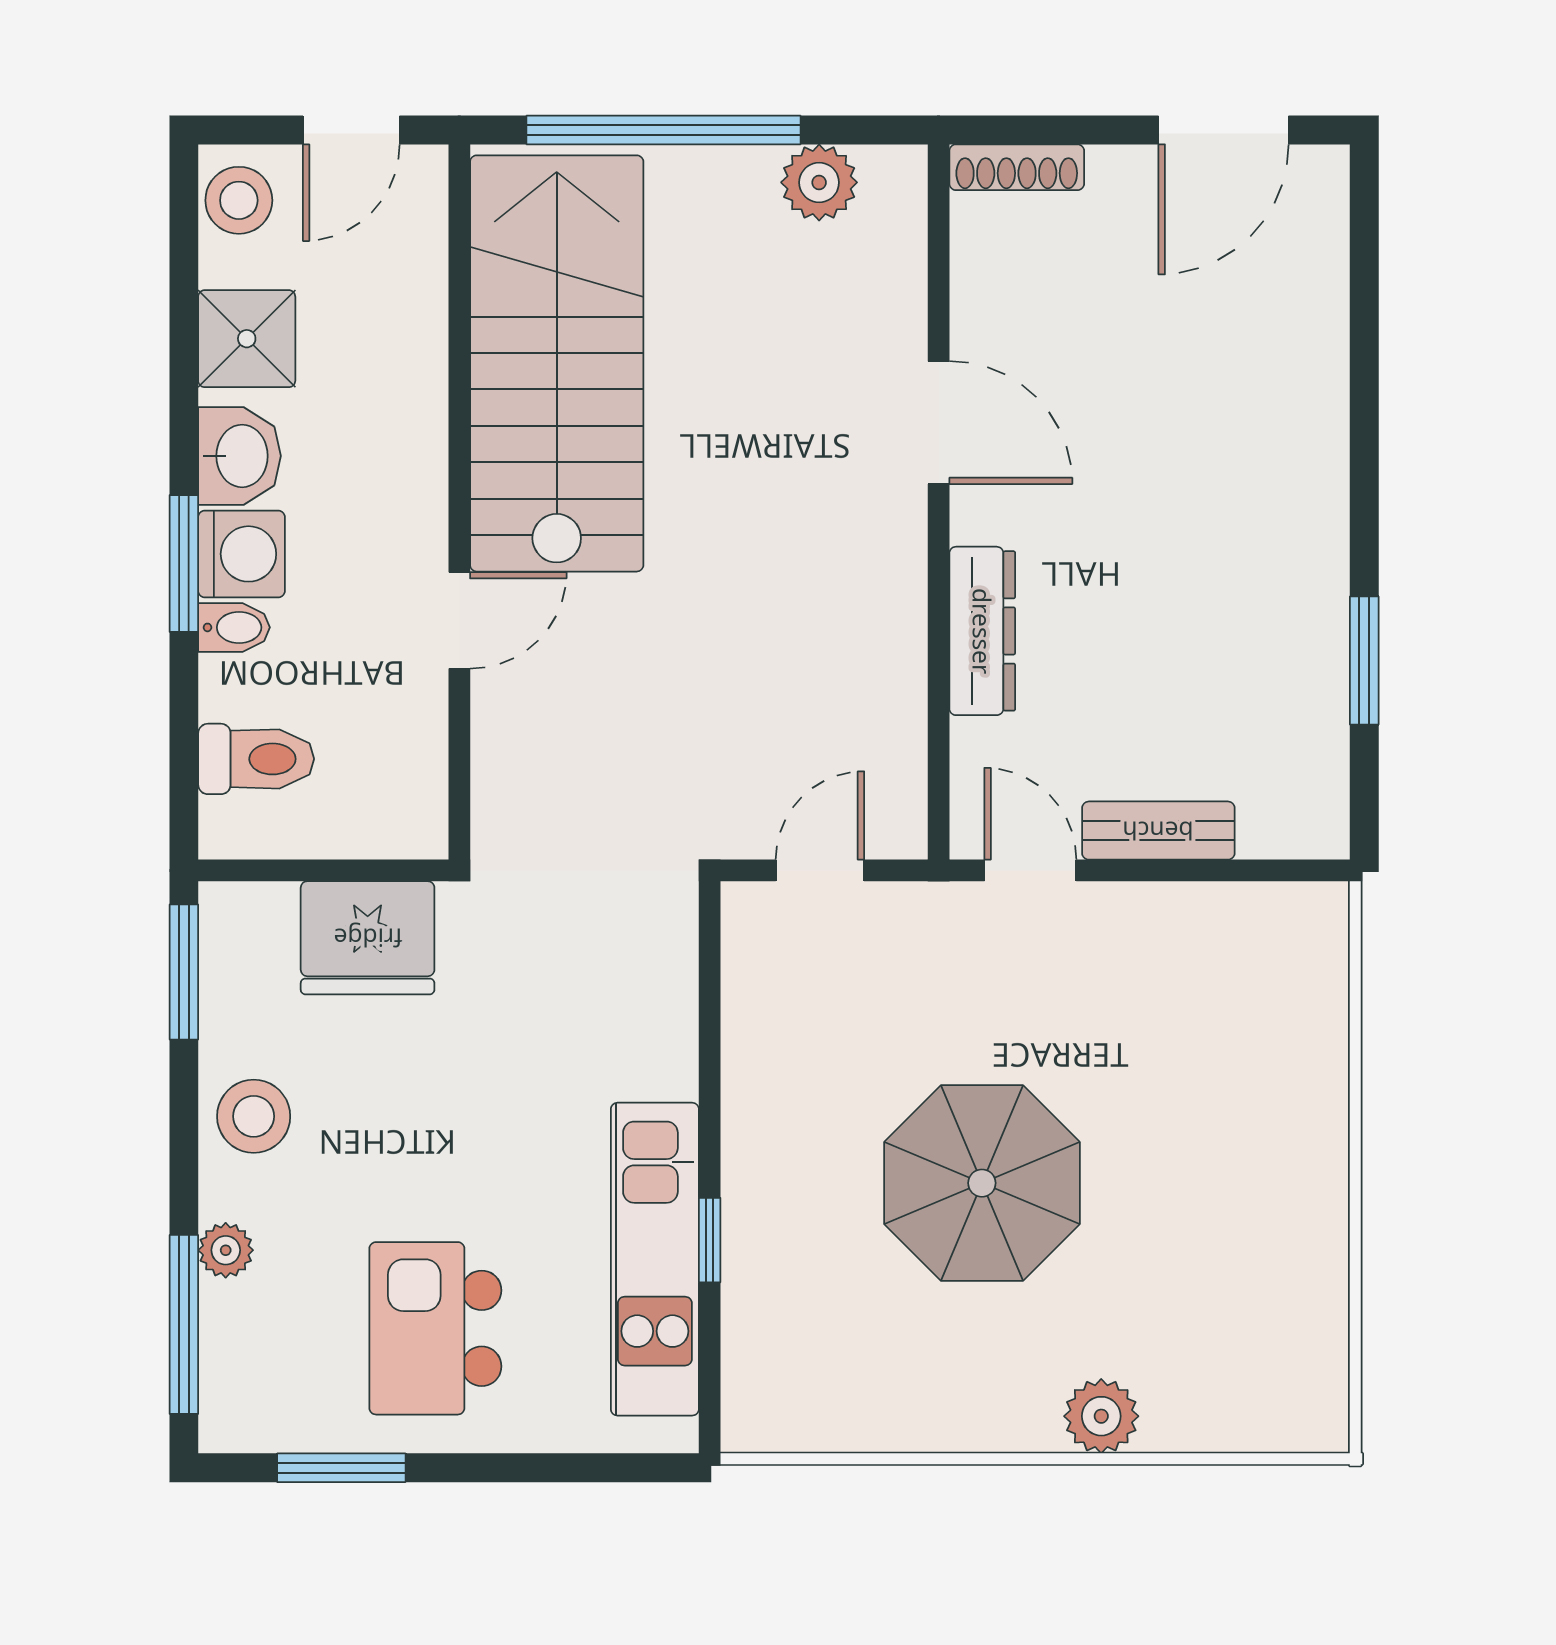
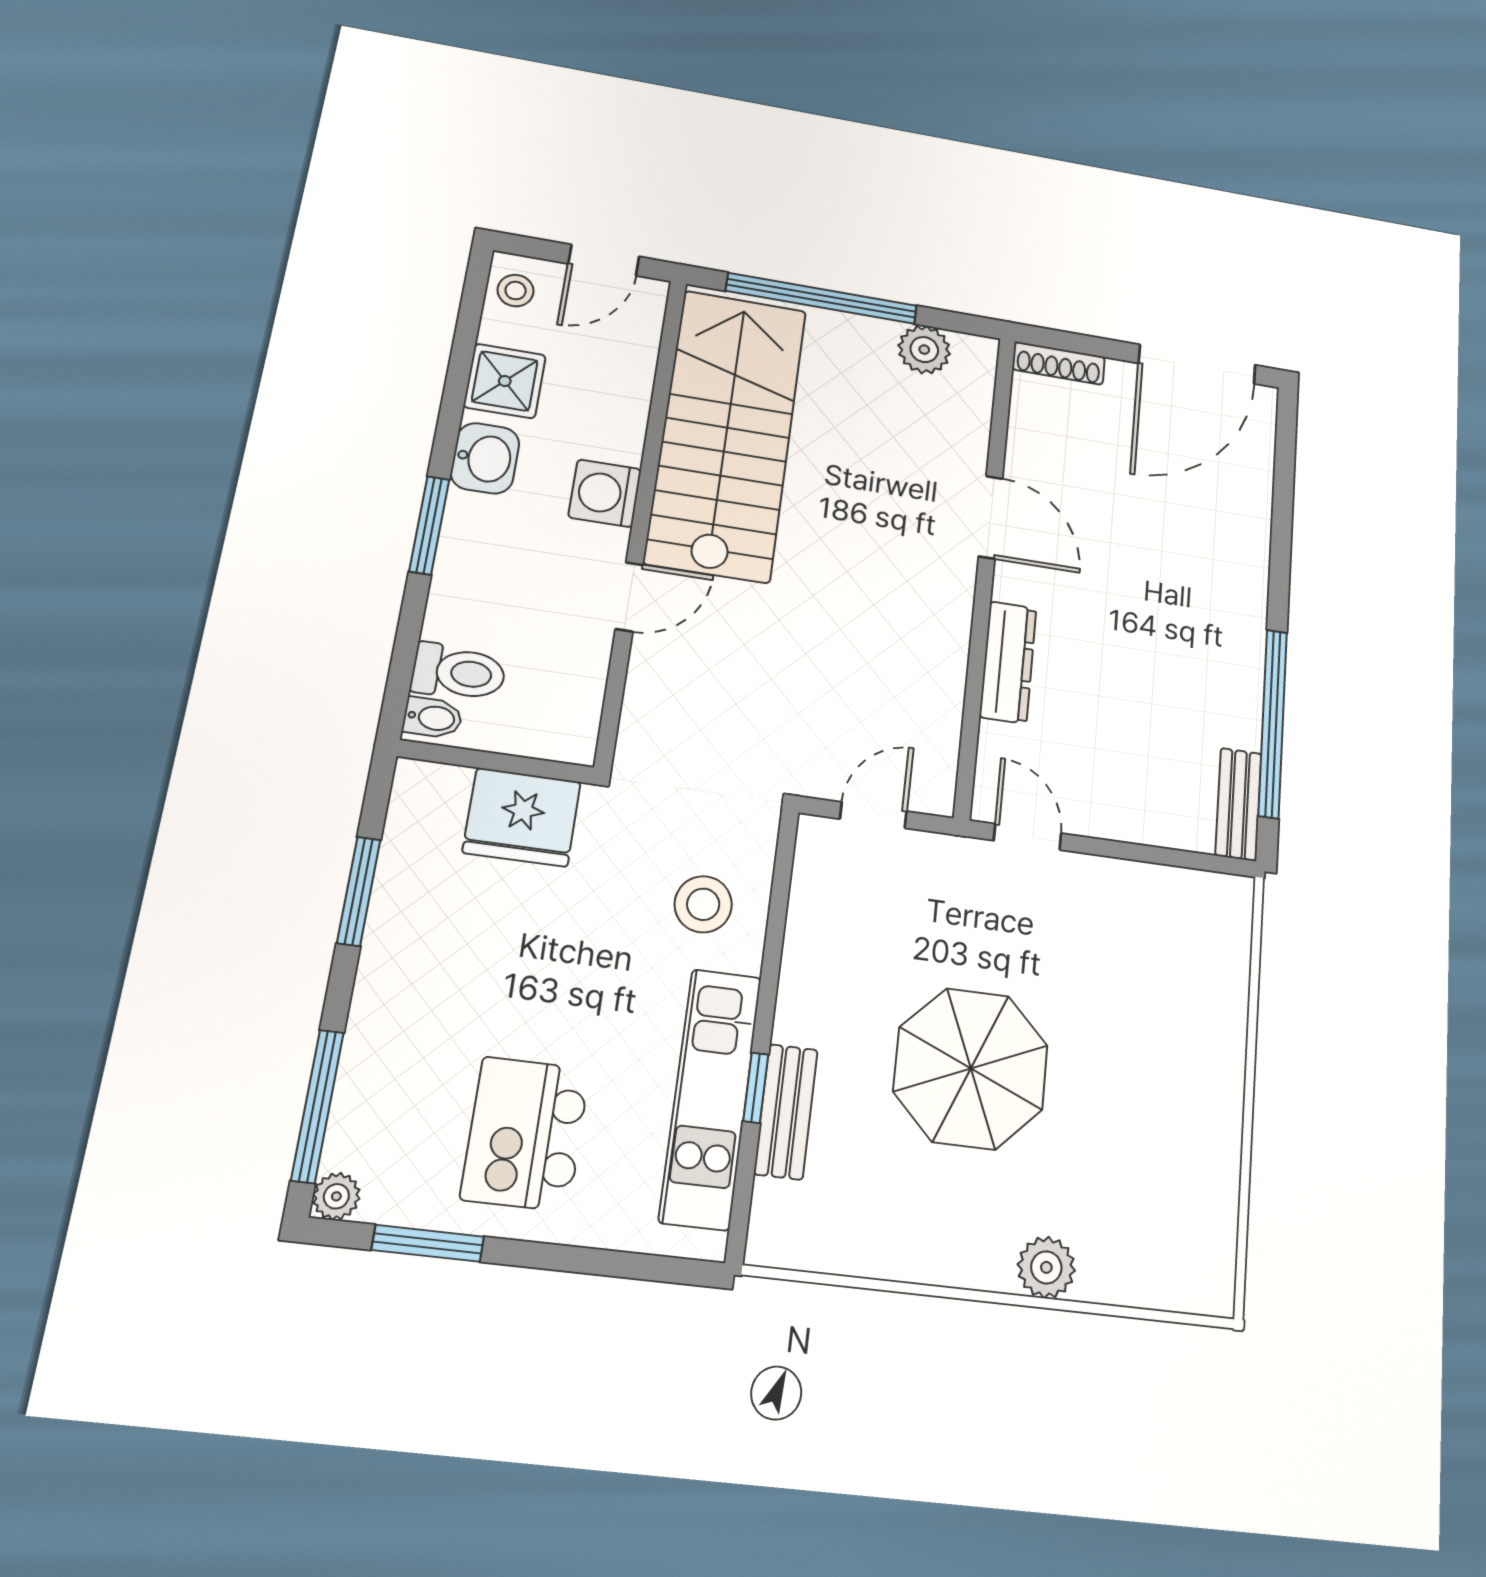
door: (1224, 130) -> (1197, 364), width x1.36
stool: (239, 200) -> (516, 291), width x0.73, depth x0.73
washing machine: (242, 554) -> (605, 493), moved, turned 180
bidet: (234, 627) -> (433, 718), moved
window: (1364, 661) -> (1273, 723), width x2.11
bench: (1158, 831) -> (1238, 804), moved, turned 90
window: (184, 972) -> (359, 891), moved
stool: (254, 1116) -> (703, 904), moved
plant: (226, 1250) -> (336, 1196), moved
bench: (751, 1265) -> (786, 1112), added

